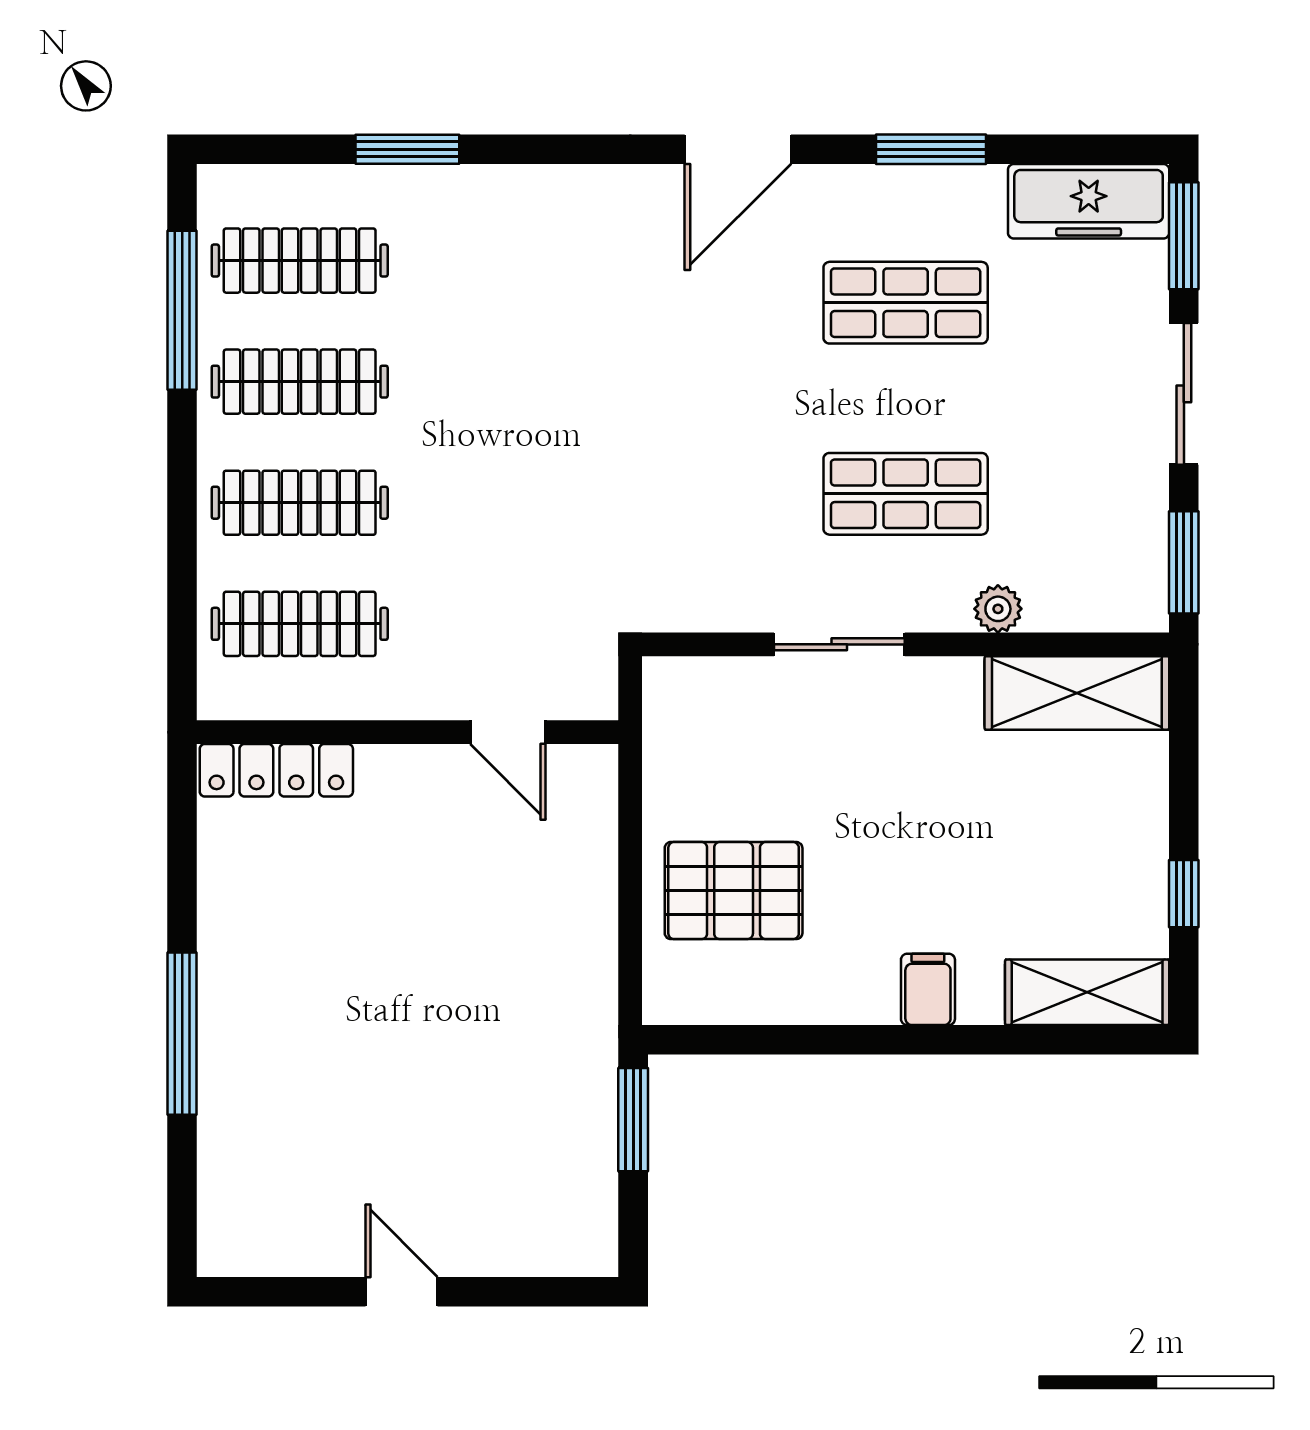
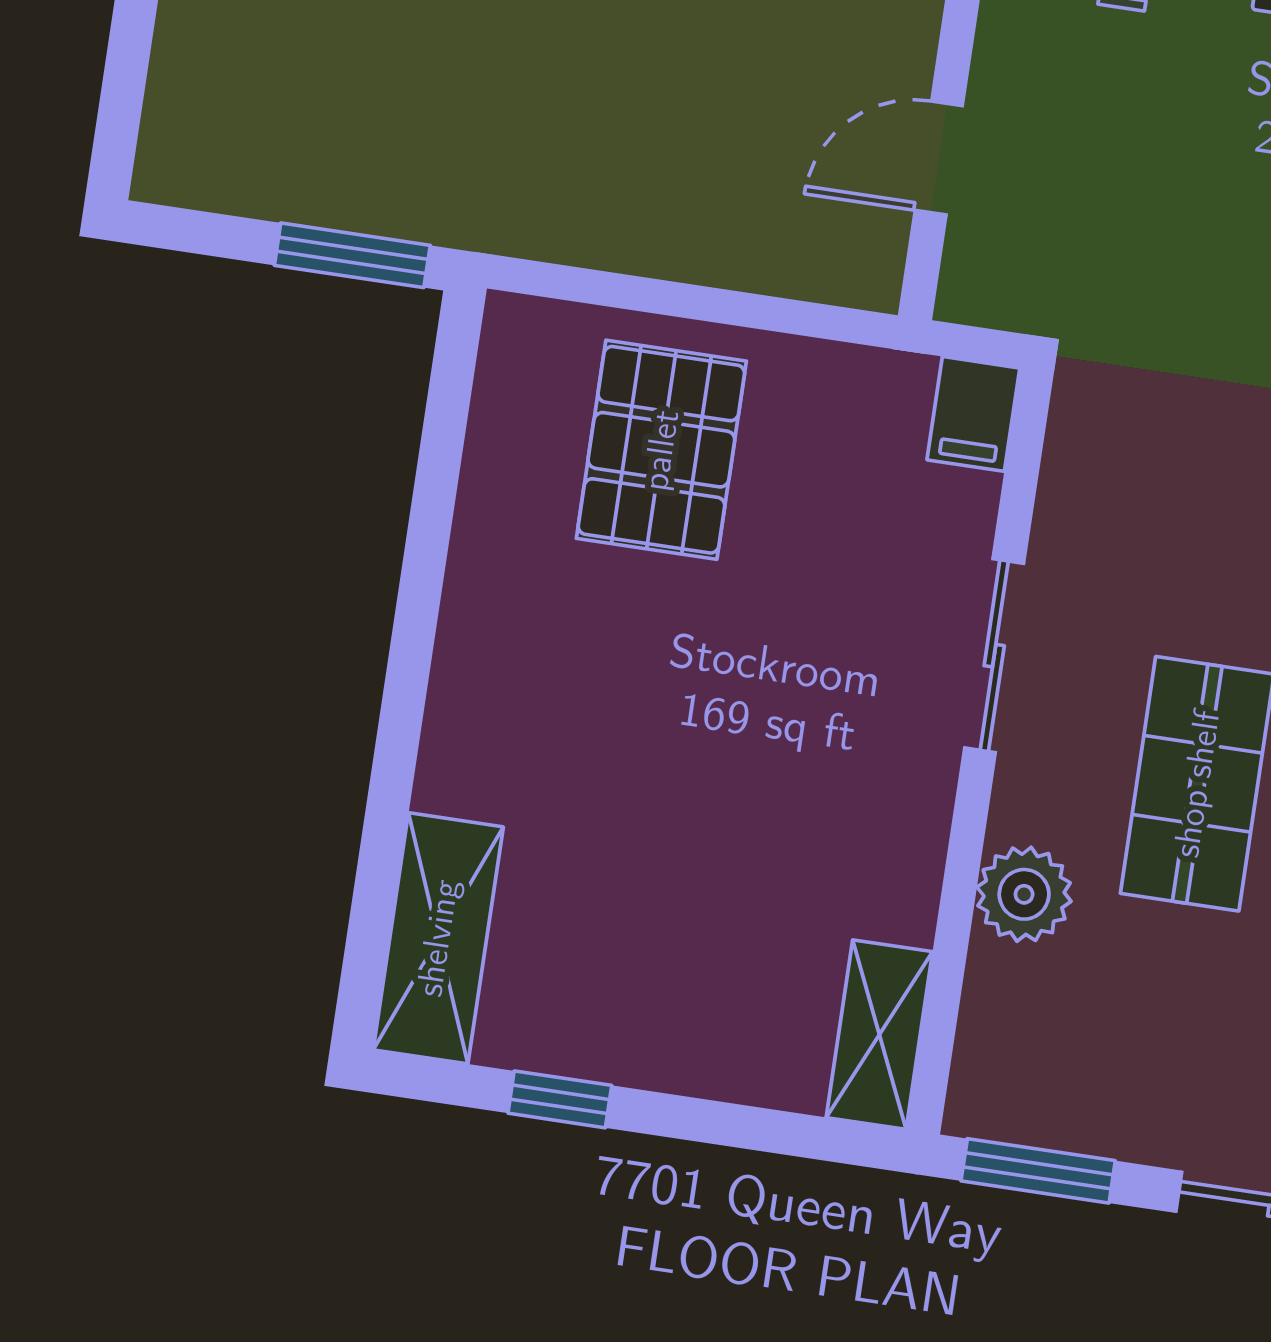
plant: (998, 609) -> (1024, 894), width x1.38, depth x1.38
shelving: (1077, 693) -> (879, 1035), width x0.67, depth x0.75
filing cabinet: (928, 989) -> (973, 414), moved, turned 90

